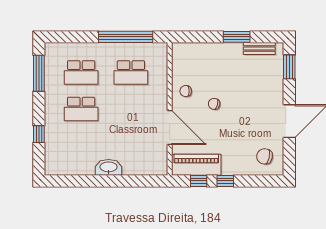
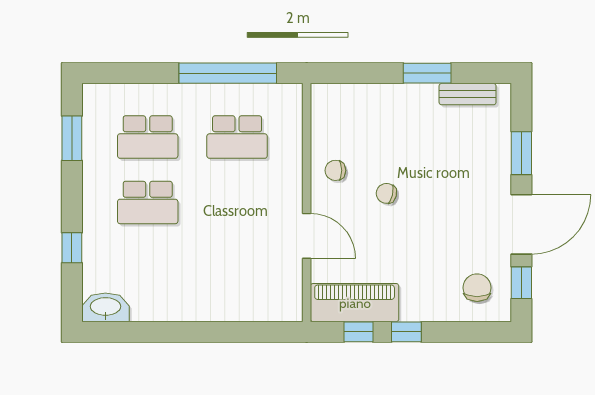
window: (289, 67) -> (521, 153), moved
window: (39, 73) -> (72, 138), width x0.69
door: (170, 127) -> (307, 236), width x0.73
window: (289, 154) -> (521, 283), added
chair: (265, 156) -> (477, 288), turned 78
washbasin: (109, 167) -> (105, 307), moved

